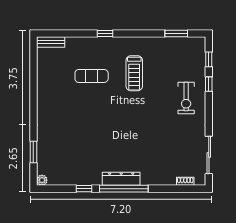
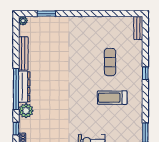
plant: (150, 177) -> (26, 111), added
bench: (81, 180) -> (23, 53), added
window: (84, 189) -> (16, 129), moved

